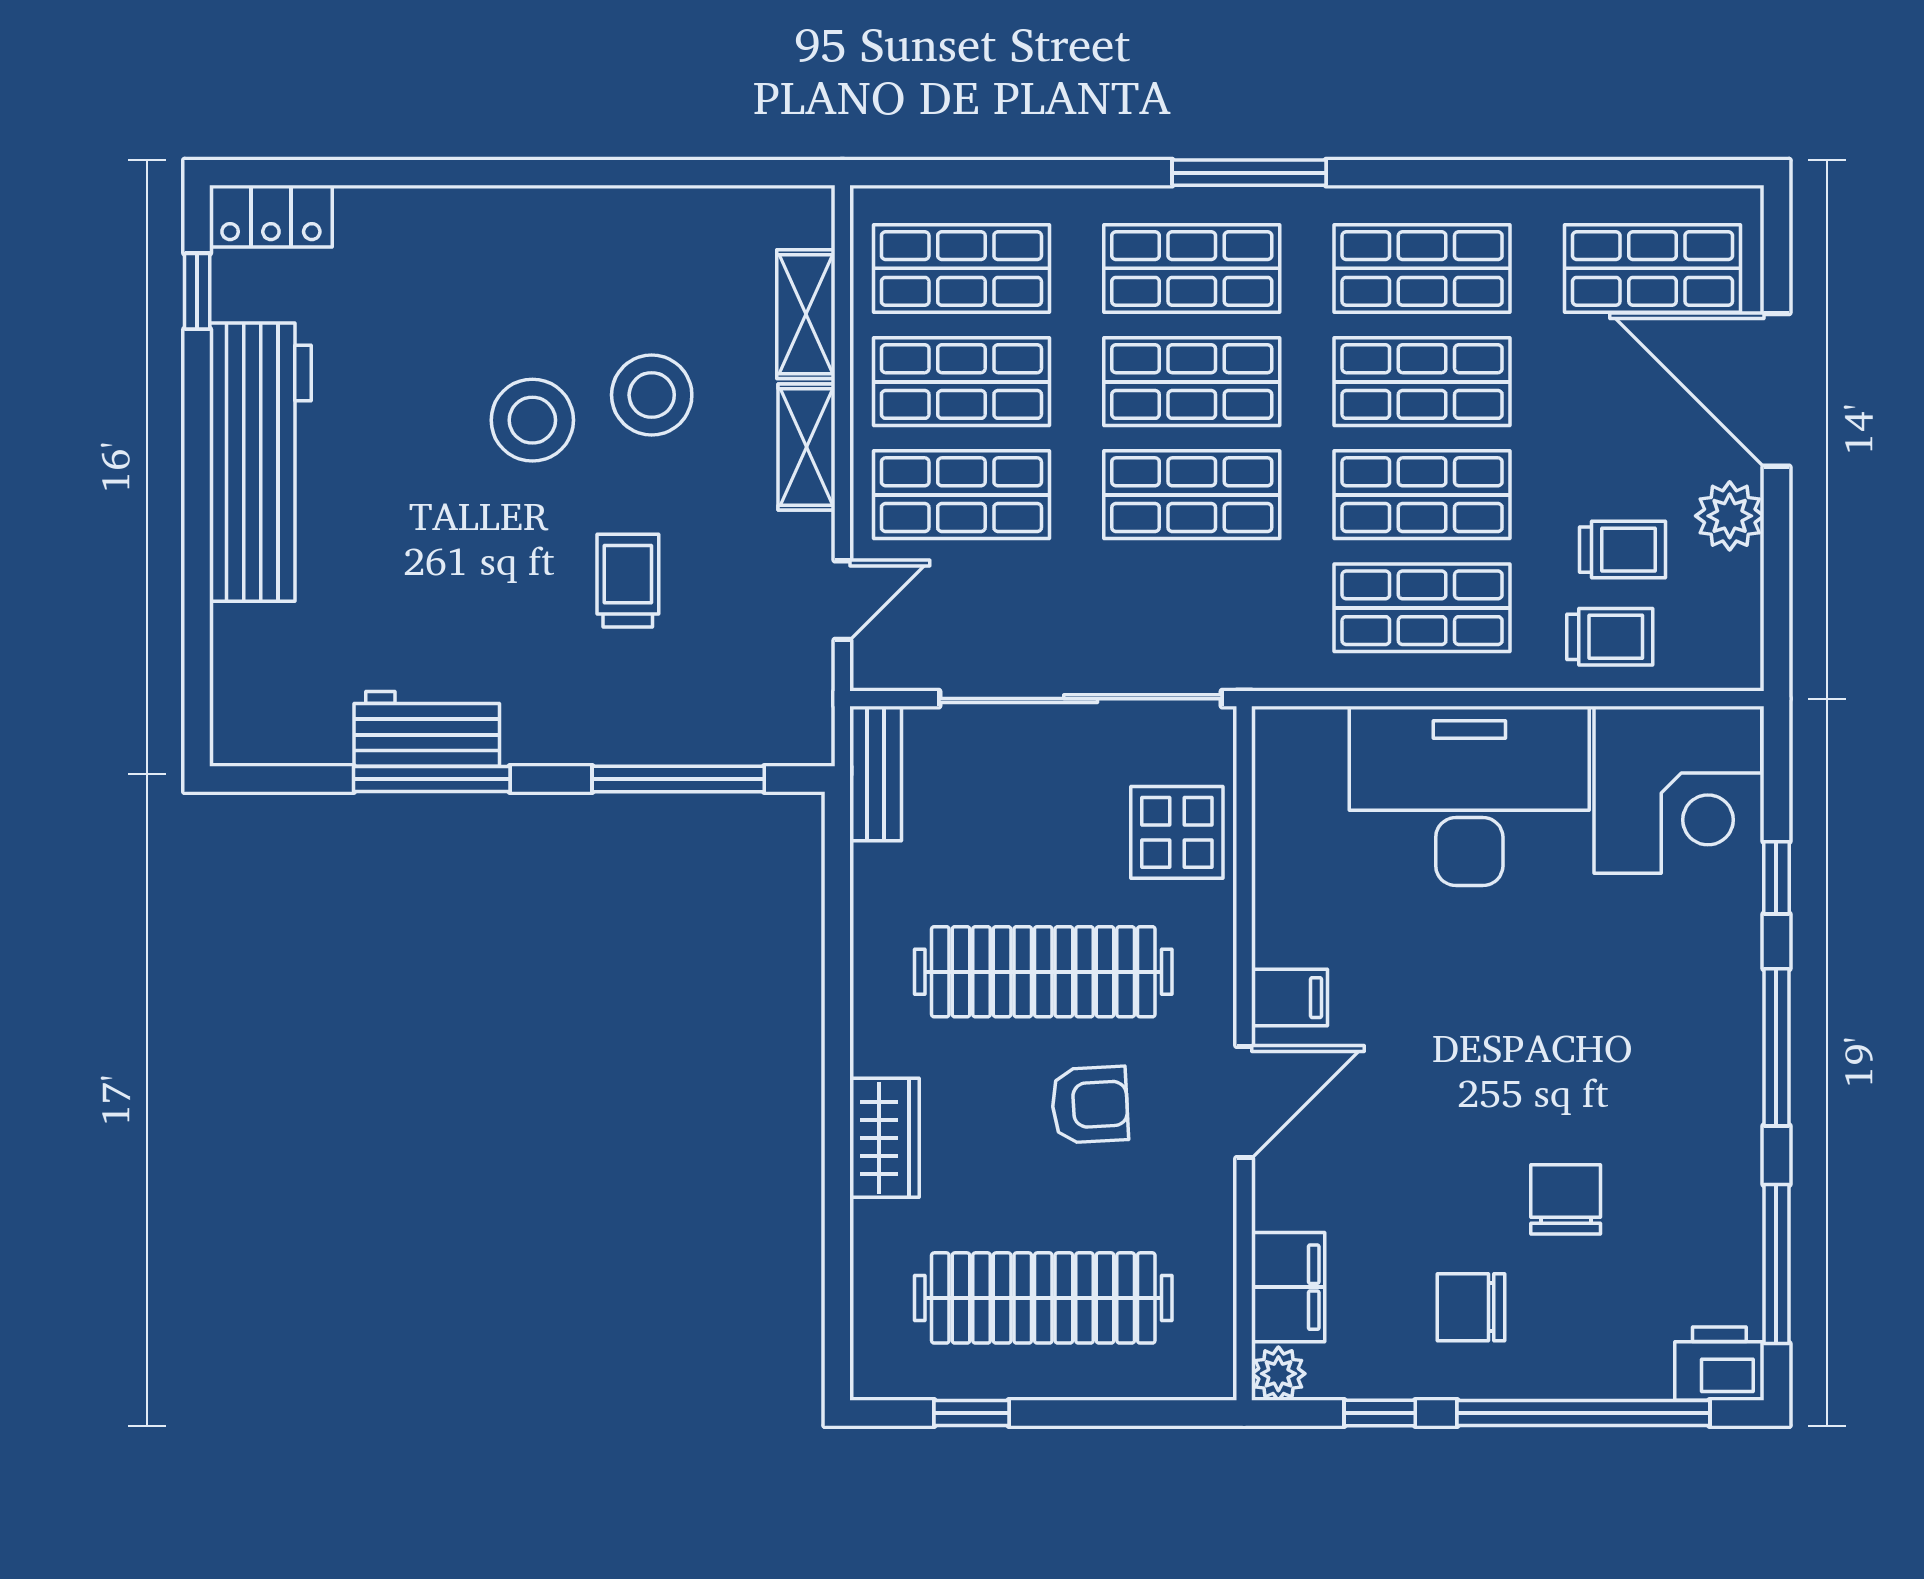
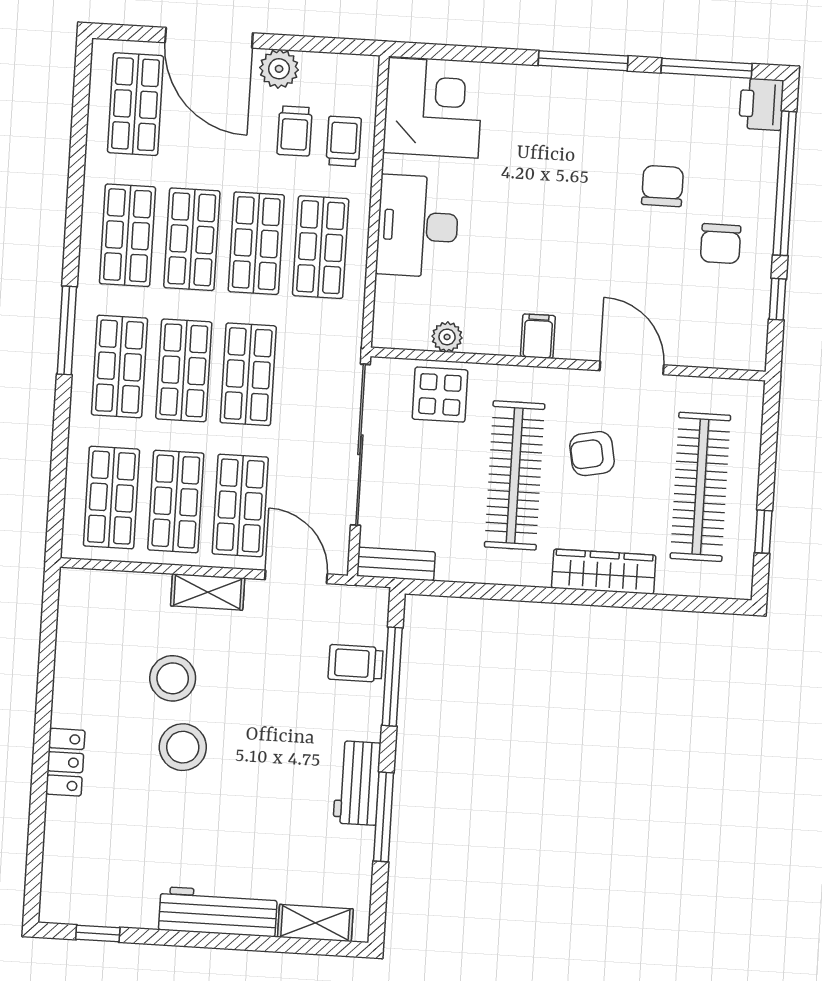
locker: (271, 216) -> (65, 762), moved
shelving: (806, 314) -> (315, 923), moved
door: (1776, 390) -> (209, 38), hinge flipped
workbench: (260, 462) -> (218, 912), width x0.73, depth x0.76
trolley: (1623, 550) -> (294, 131), turned 180
trolley: (628, 581) -> (356, 663), moved
door: (842, 600) -> (296, 577), width x1.38
workbench: (427, 729) -> (357, 783), moved
desk: (1469, 796) -> (418, 226), width x0.73, depth x0.77
window: (1776, 878) -> (487, 55), removed
door: (1244, 1102) -> (632, 368), moved
armchair: (1090, 1105) -> (592, 454), turned -98
wardrobe: (885, 1138) -> (604, 572), width x1.50
chair: (1566, 1199) -> (662, 186), turned 90
filing cabinet: (1288, 1287) -> (703, 347), removed
plant: (1278, 1374) -> (447, 337), moved

